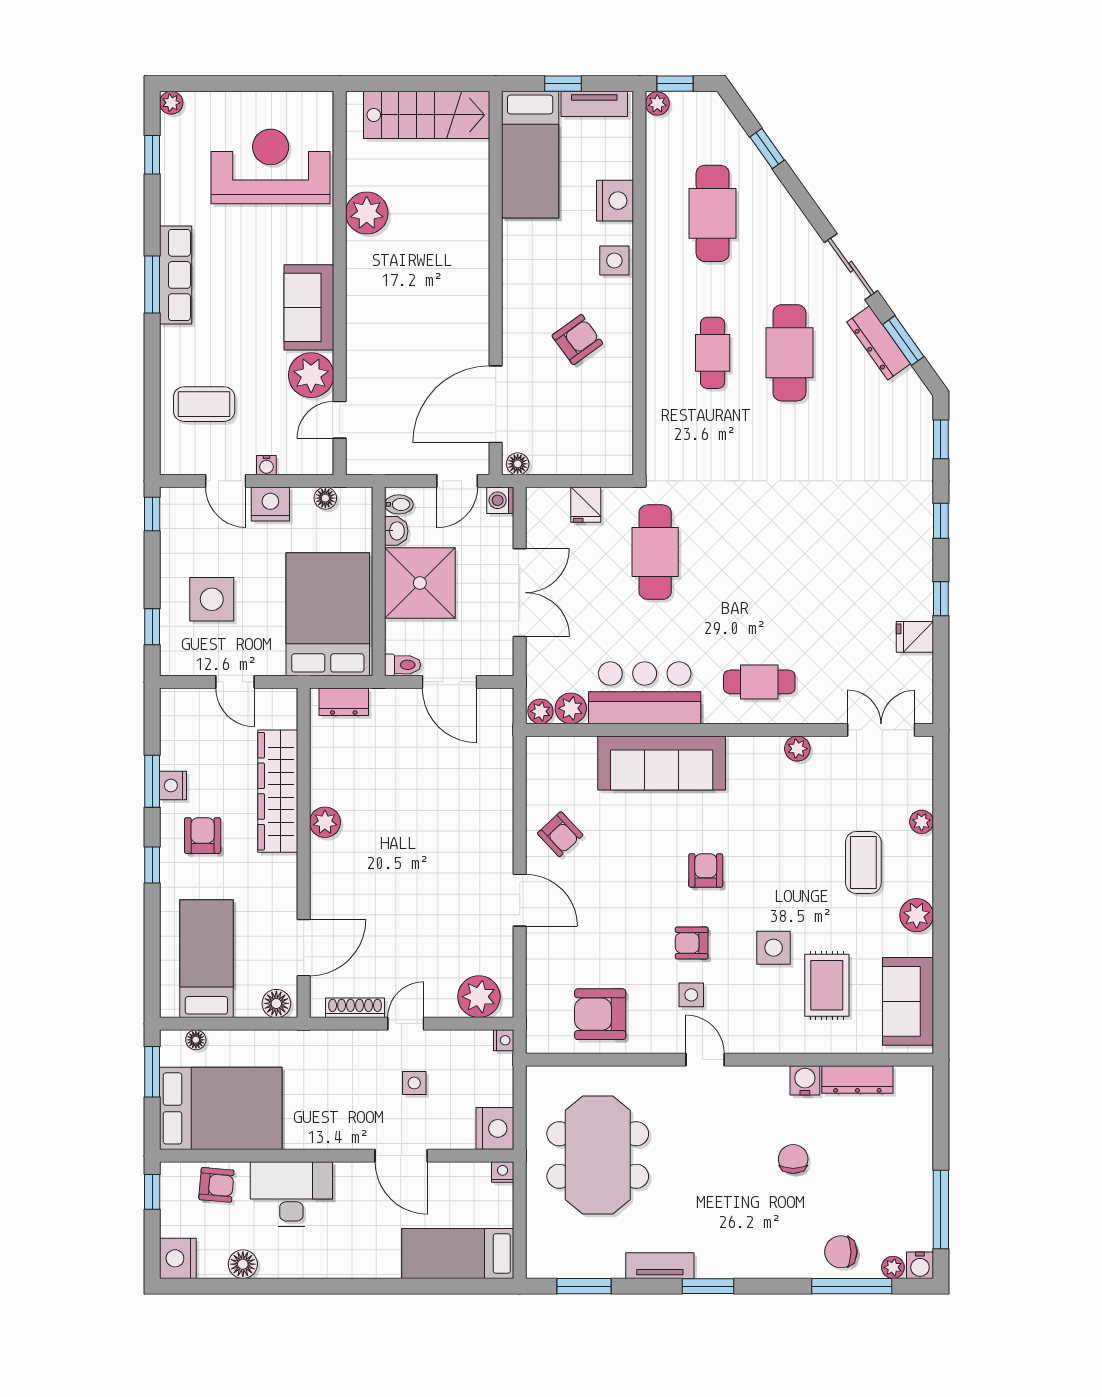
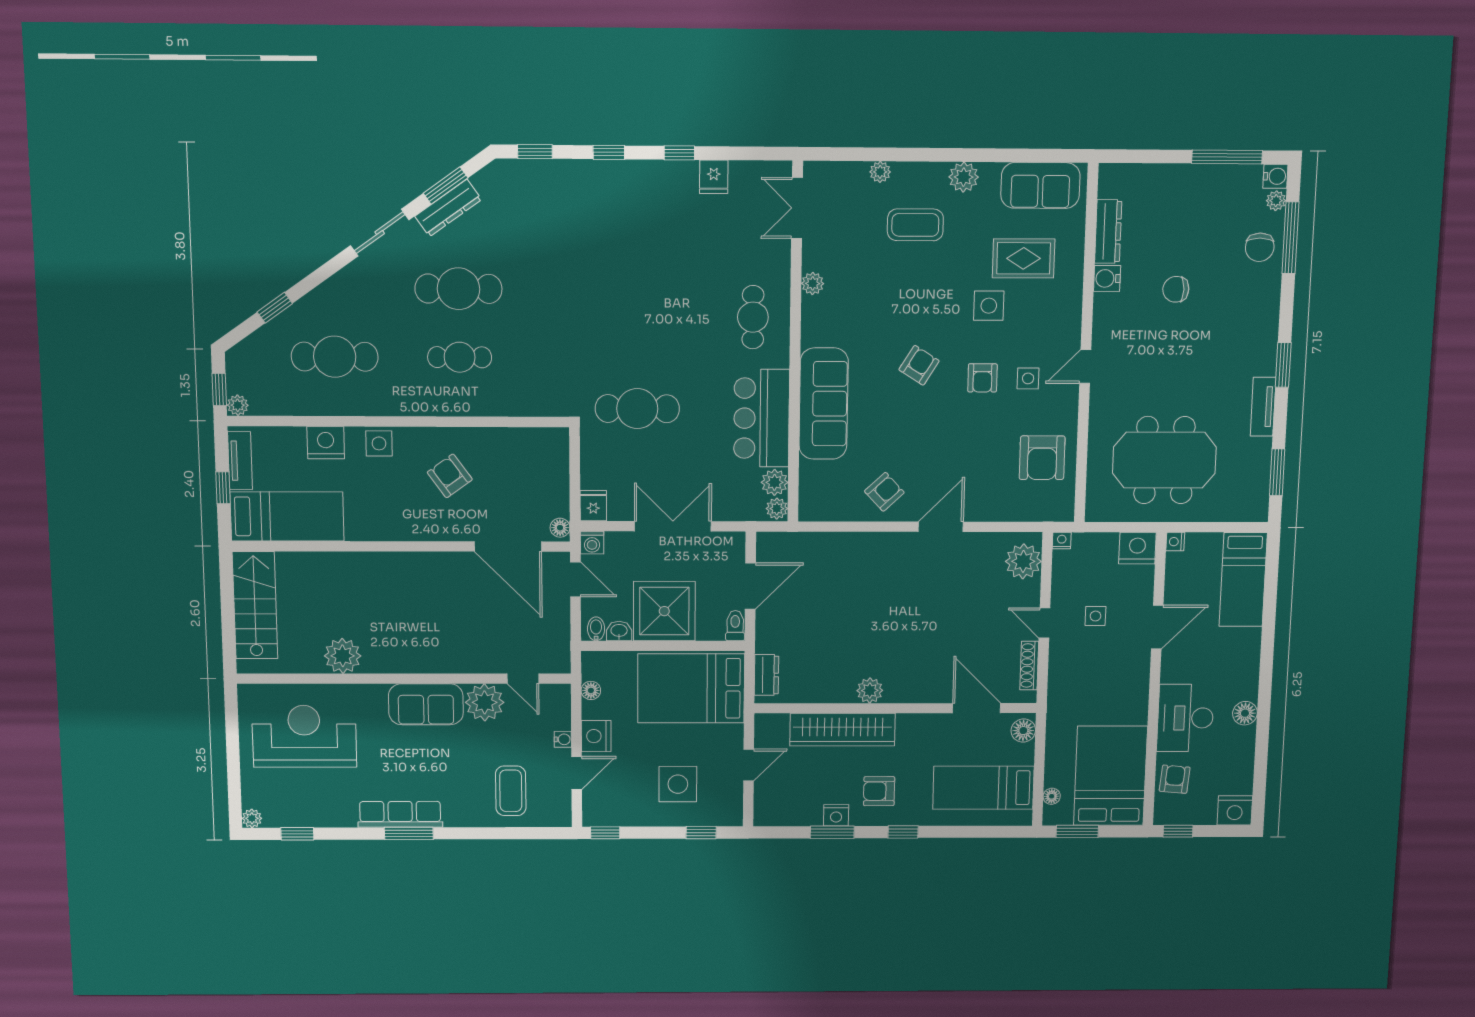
reception desk: (271, 166) -> (304, 736), turned 90
fridge: (586, 505) -> (593, 506), moved, turned -90
armchair: (706, 870) -> (919, 365), turned 122
floor lamp: (243, 1264) -> (1245, 713), moved

